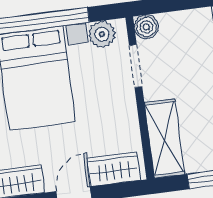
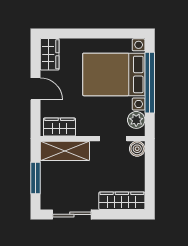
wardrobe: (114, 169) -> (59, 127), moved, turned -90

